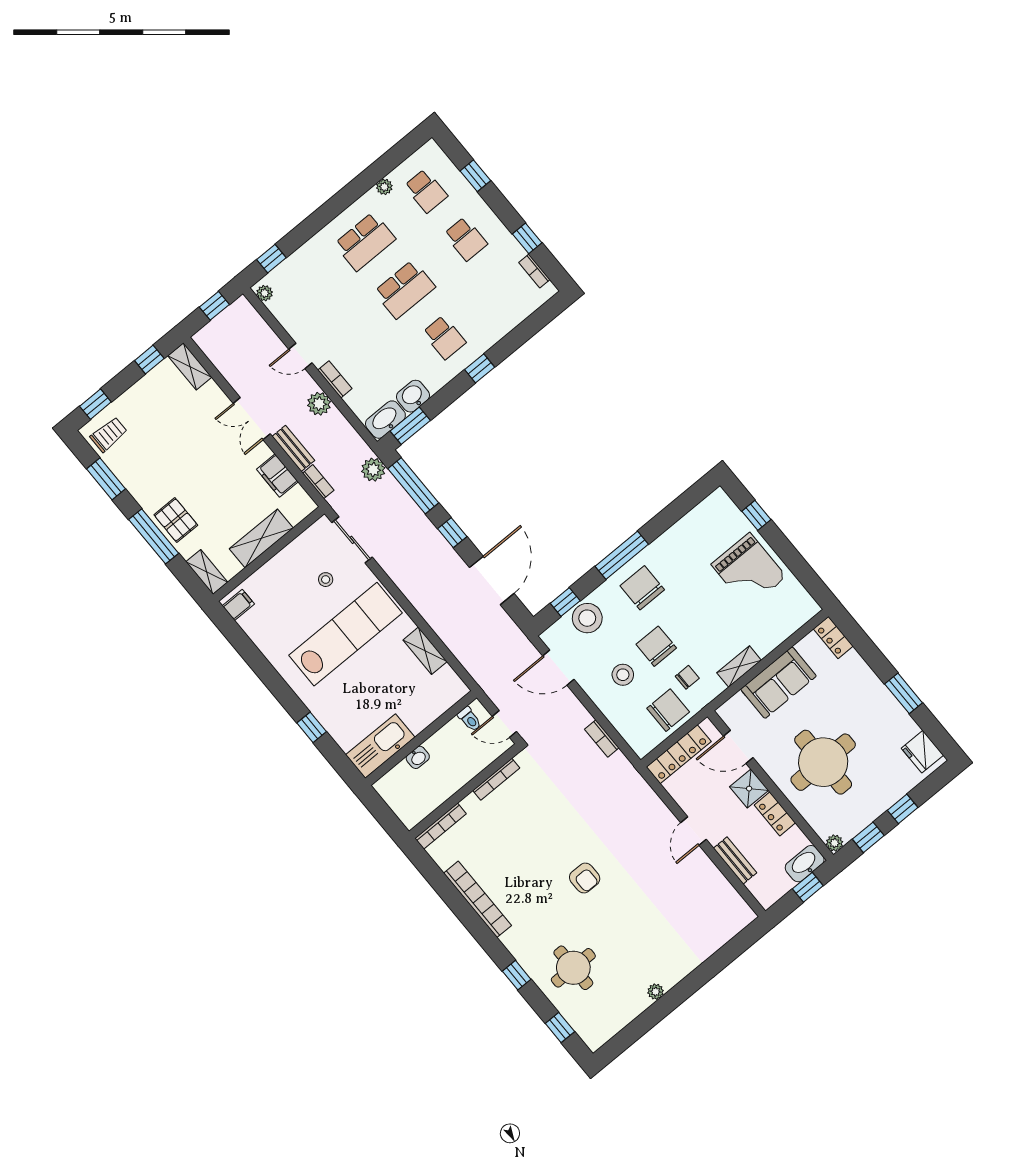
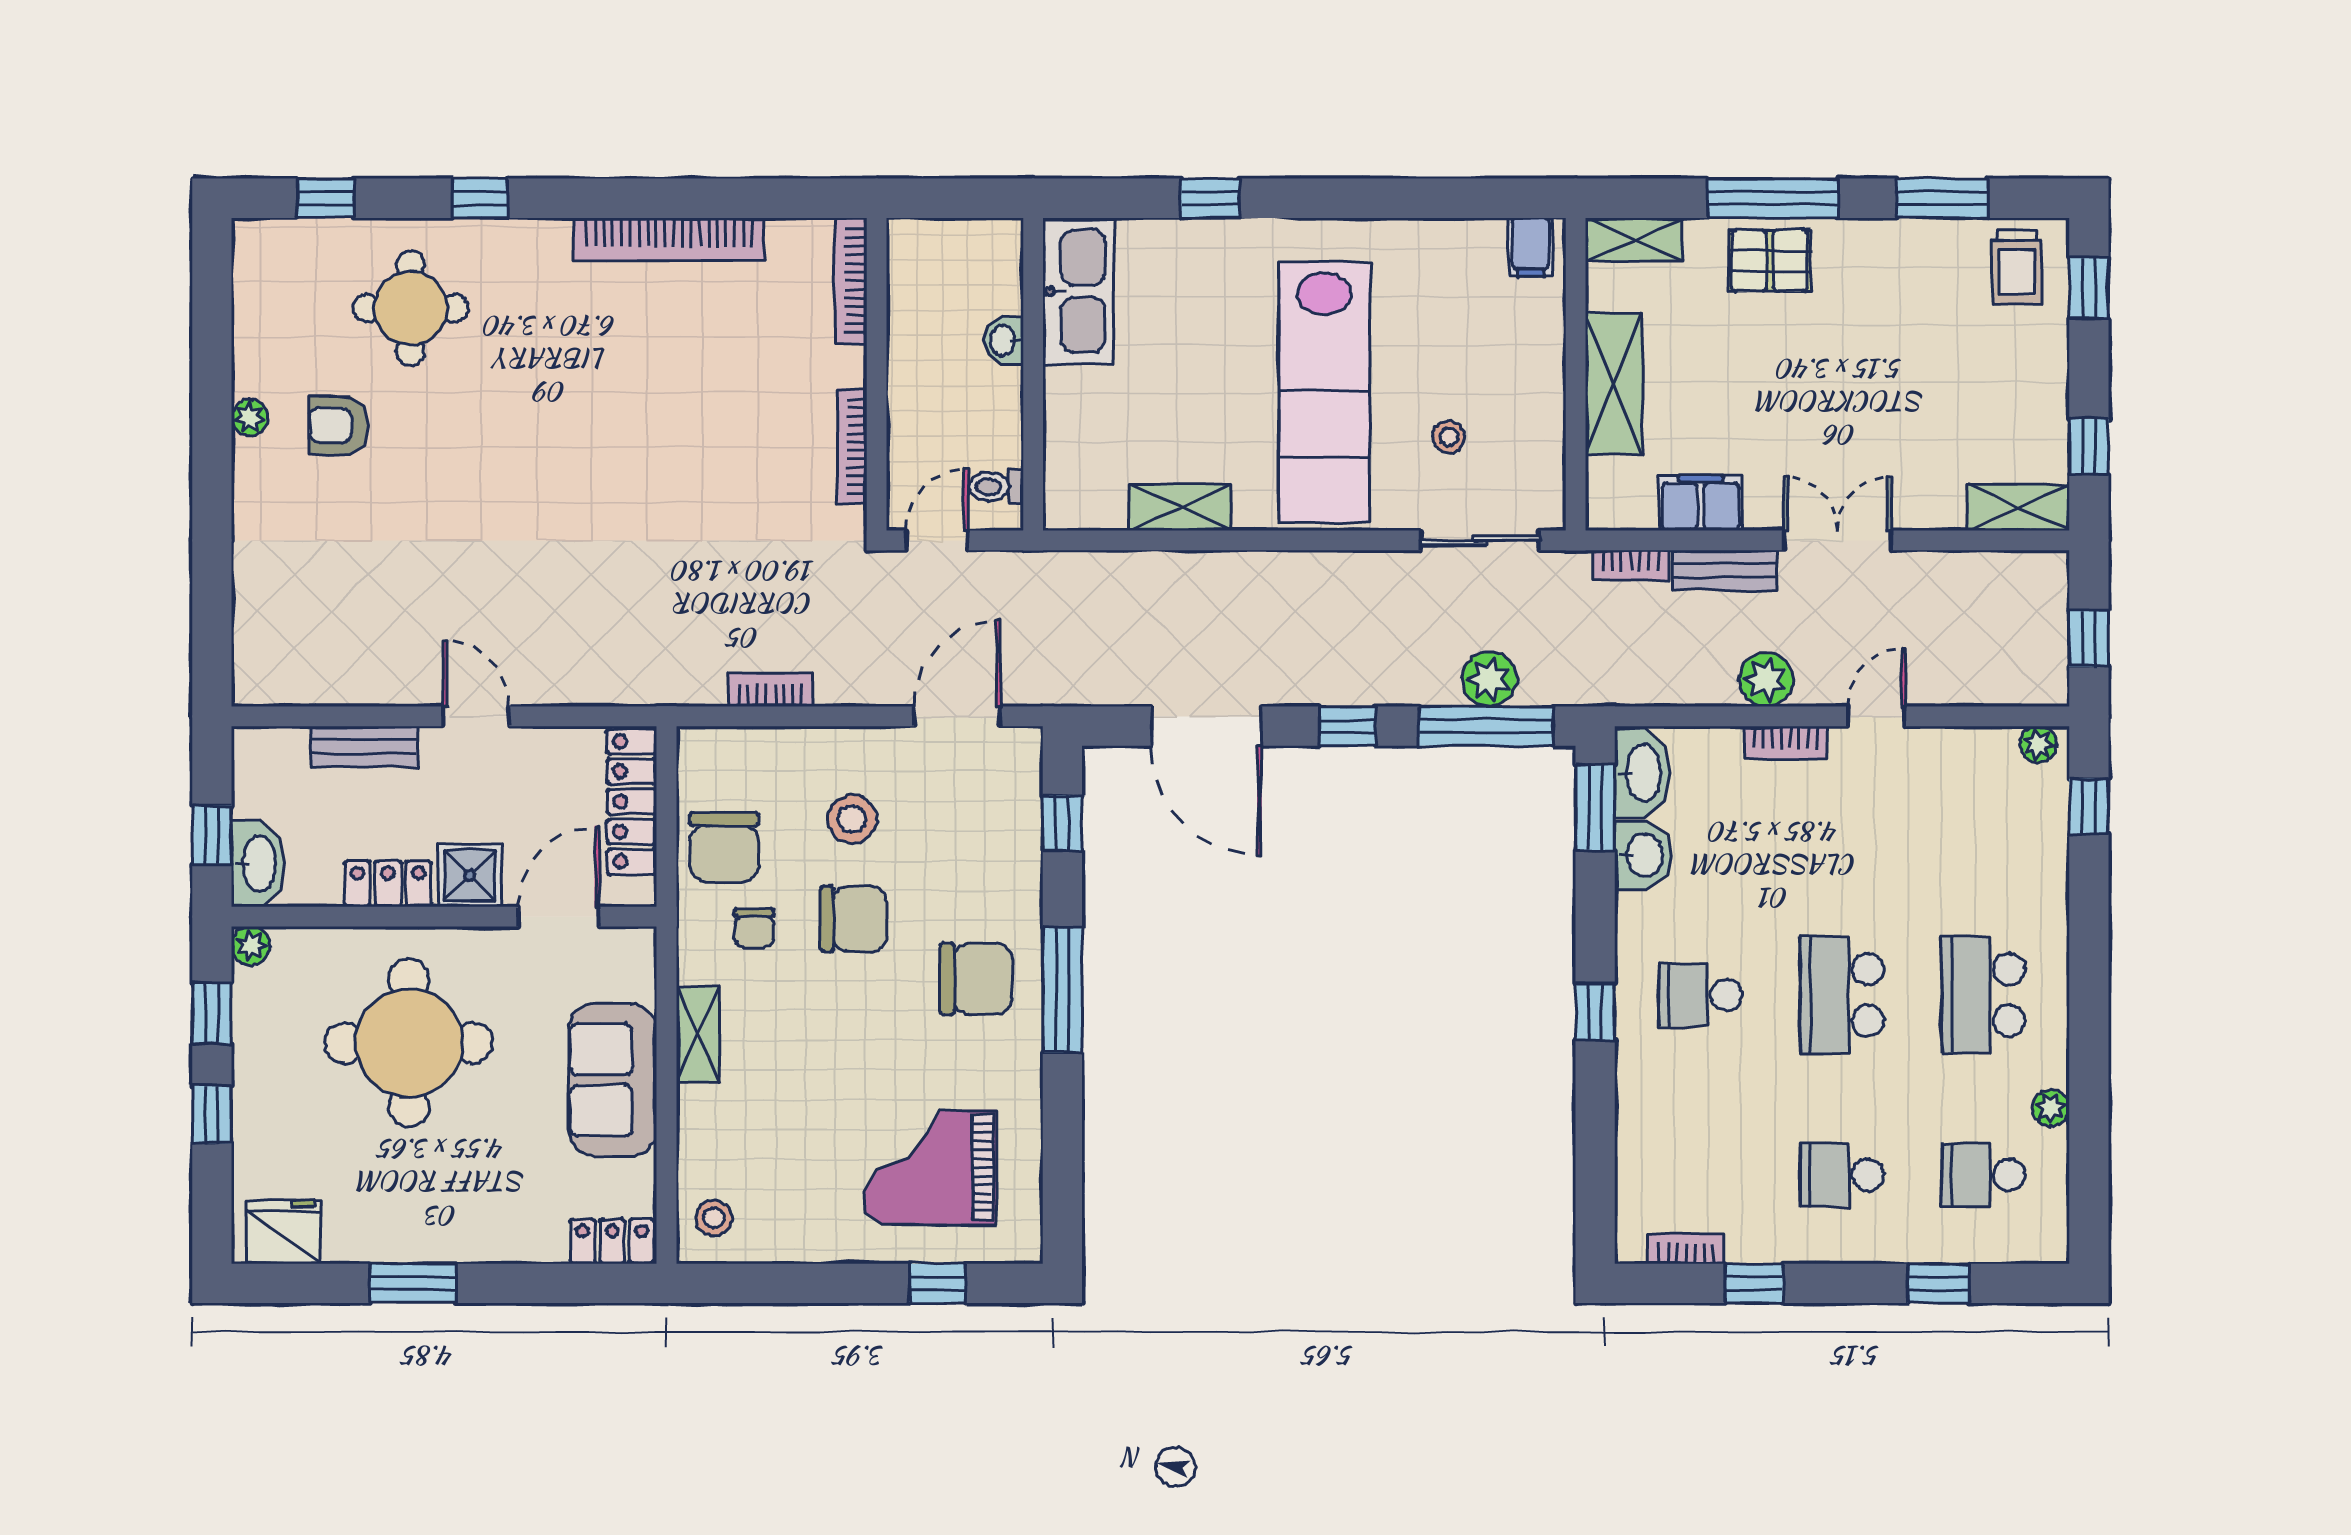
plant: (373, 470) -> (1489, 679), moved
grand piano: (749, 571) -> (930, 1167), moved
stool: (587, 618) -> (714, 1218), moved, width x0.53, depth x0.53
armchair: (585, 878) -> (338, 425), moved

